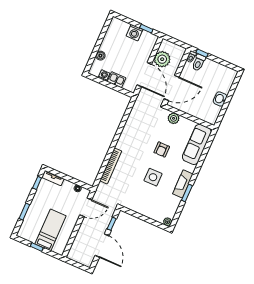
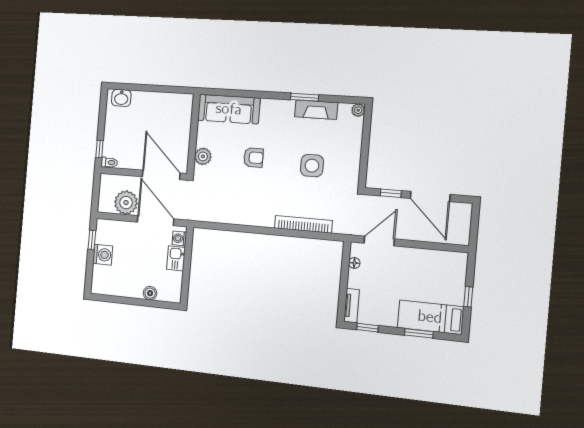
toilet: (199, 63) -> (114, 149), removed
washing machine: (104, 75) -> (179, 238), moved
door: (144, 75) -> (156, 221), hinge flipped
washbasin: (220, 99) -> (121, 98), moved
side table: (153, 177) -> (312, 166), moved
fireplace: (183, 184) -> (316, 110), moved
door: (86, 207) -> (379, 241), hinge flipped
bed: (51, 230) -> (430, 317), moved
door: (102, 246) -> (430, 196), swing flipped

